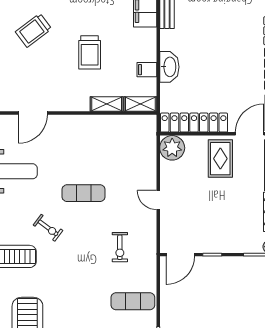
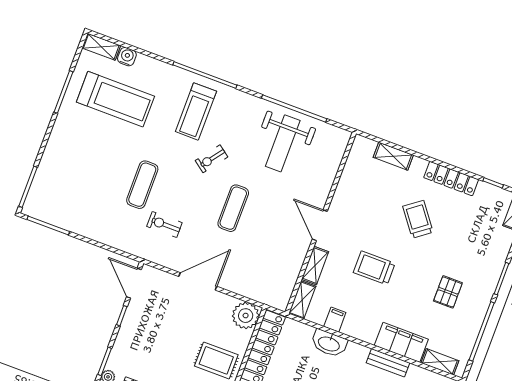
door: (33, 113) -> (320, 225), moved
door: (158, 200) -> (198, 281), width x1.87
exercise mat: (133, 301) -> (142, 185), moved

